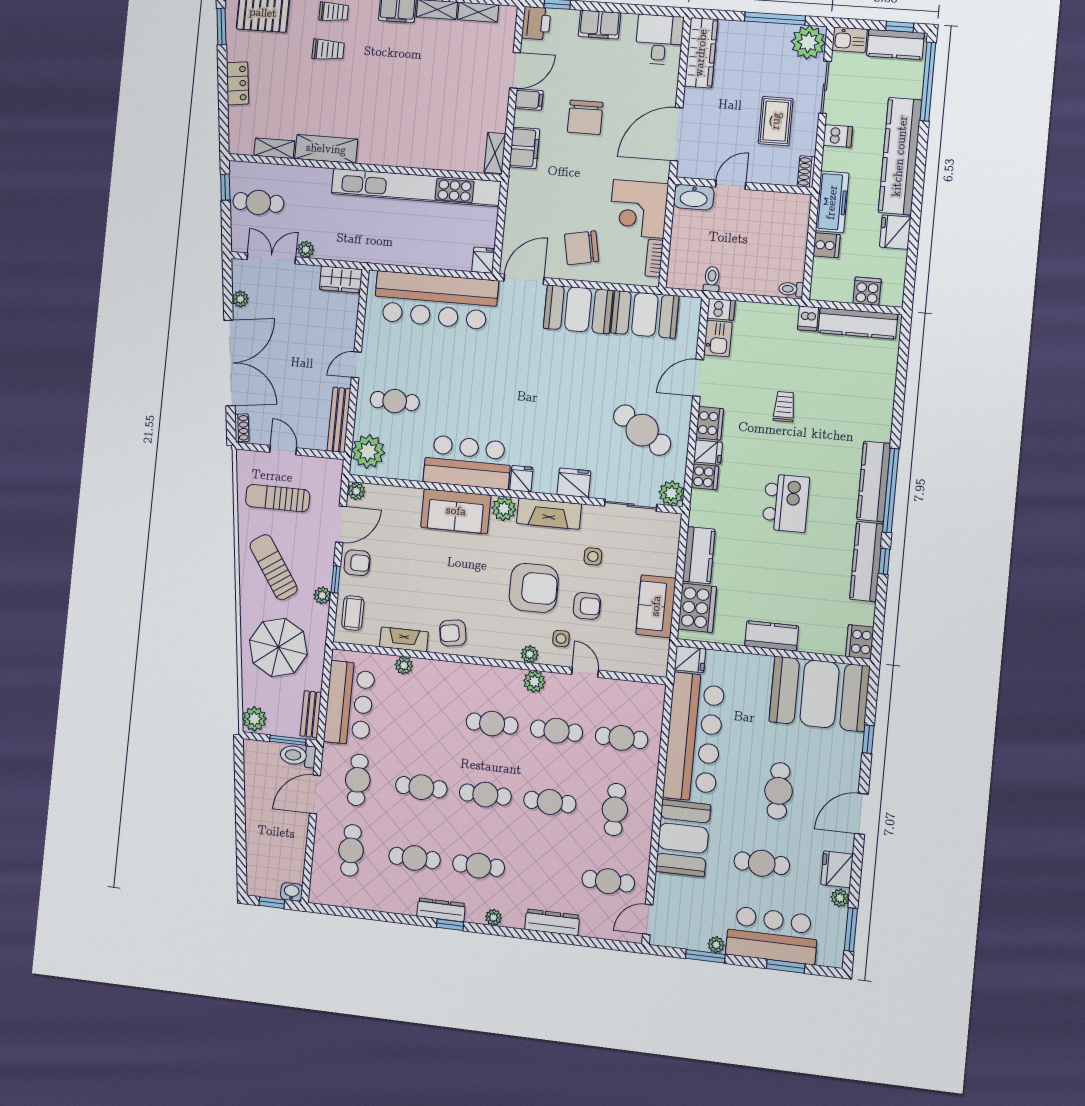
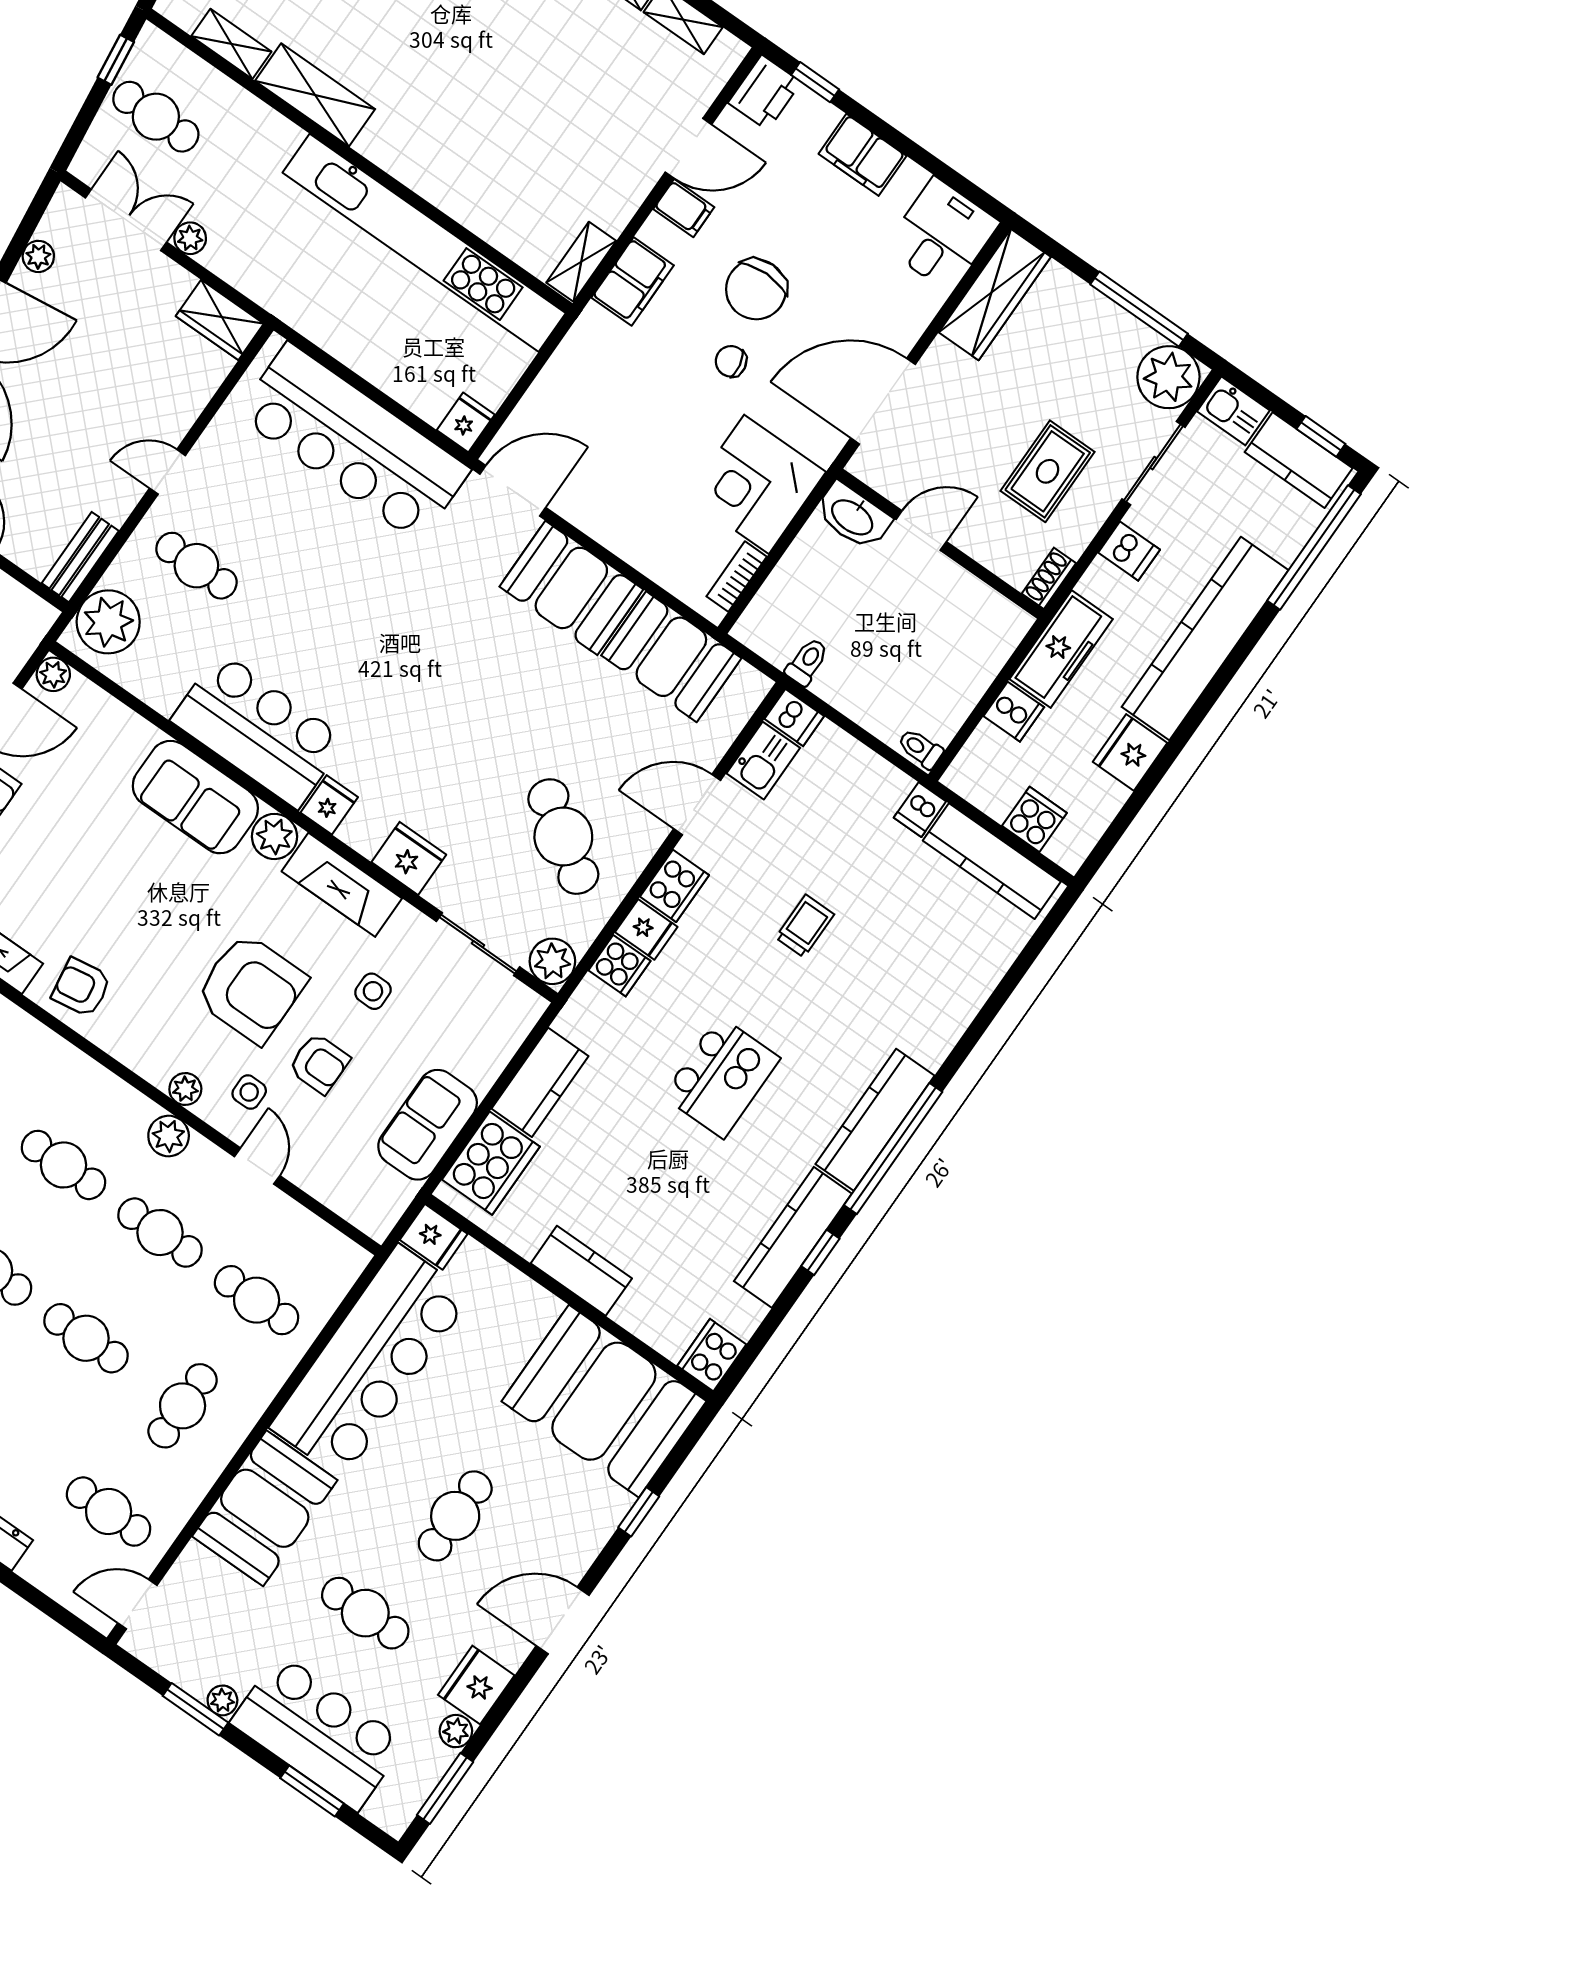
chair: (582, 248) -> (731, 361), moved, width x0.54, depth x0.54
bench: (339, 420) -> (80, 557), width x0.73

